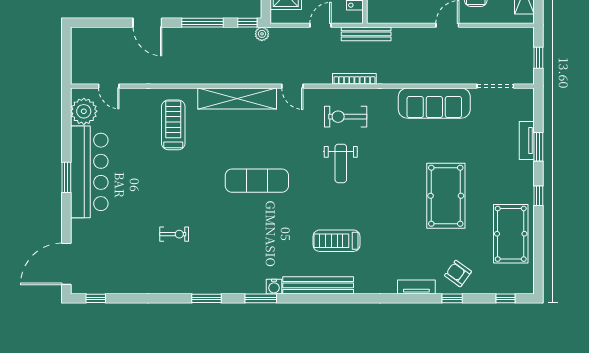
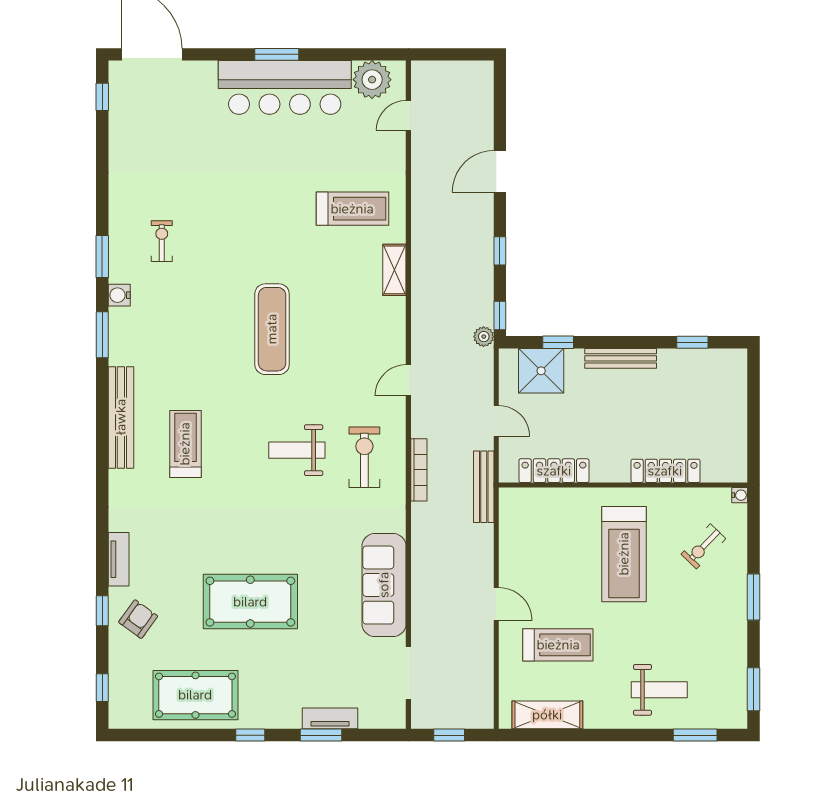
window: (203, 23) -> (500, 251), width x0.46
shelving: (237, 99) -> (394, 270), width x0.45, depth x0.75
exercise bike: (174, 234) -> (162, 241), moved, turned 180
water cooler: (274, 287) -> (119, 295), moved

